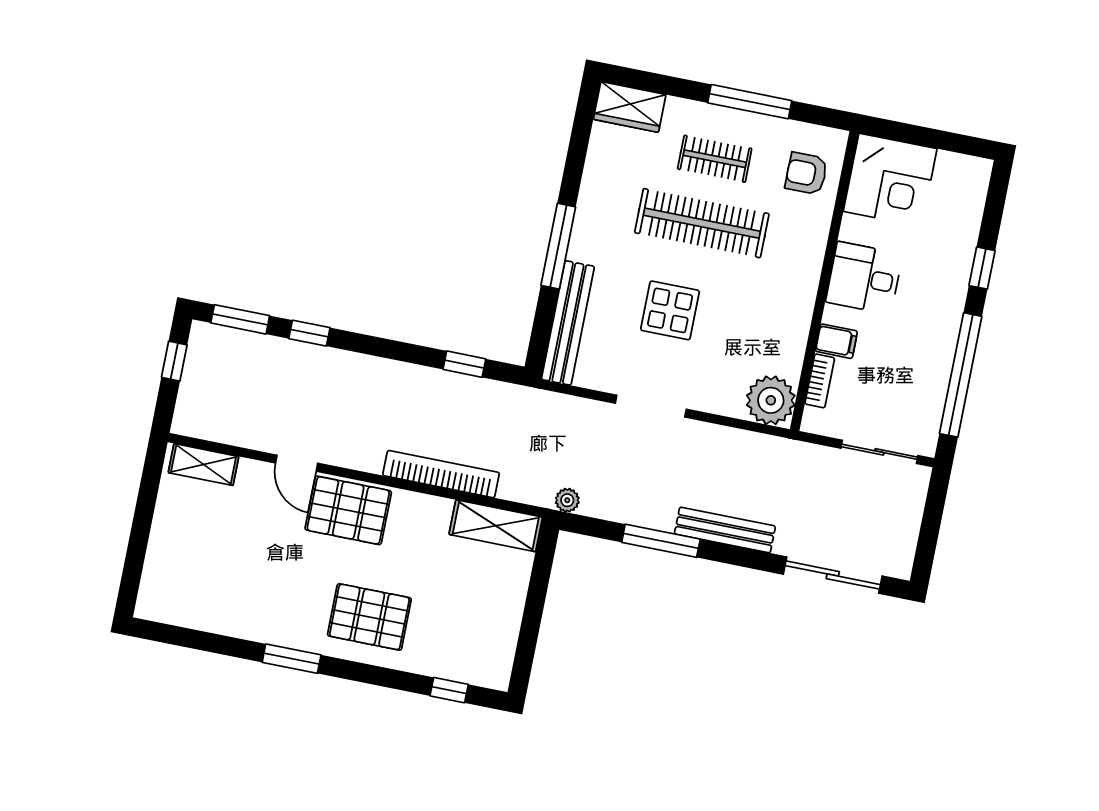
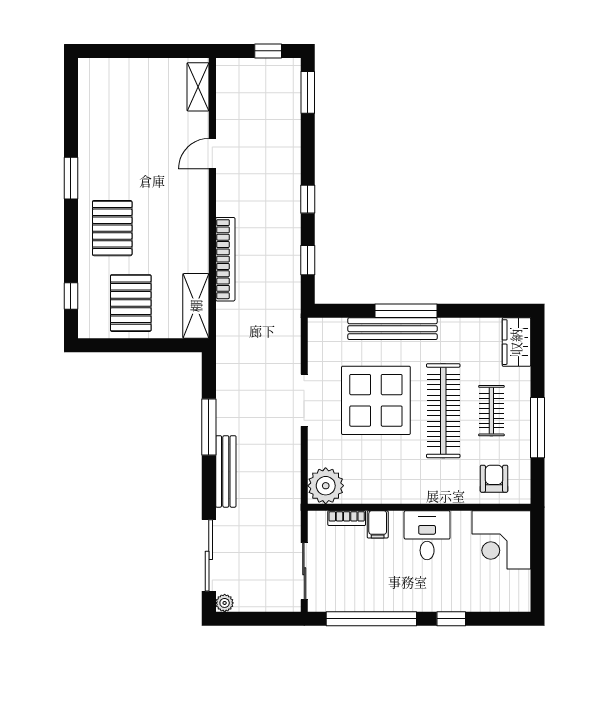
display table: (670, 310) -> (376, 400), width x1.86, depth x1.86
bench: (568, 323) -> (392, 329), moved
window: (309, 333) -> (308, 199), moved
plant: (567, 500) -> (225, 603), moved
pallet: (348, 510) -> (131, 303), moved

